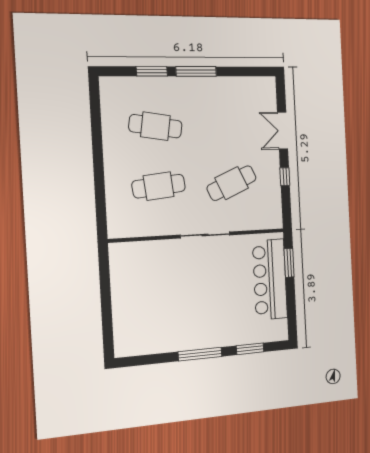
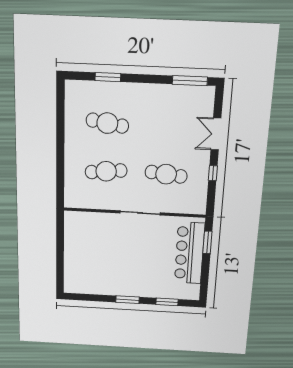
window: (196, 71) -> (190, 81), moved
cafe table: (232, 183) -> (166, 174), turned 30
window: (200, 354) -> (127, 300), width x0.69

